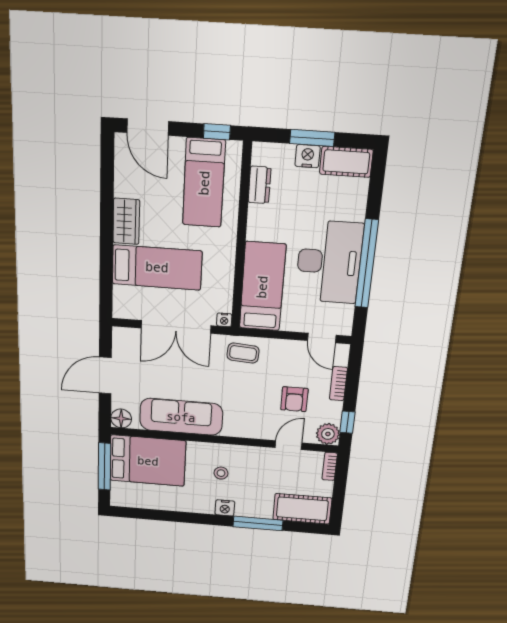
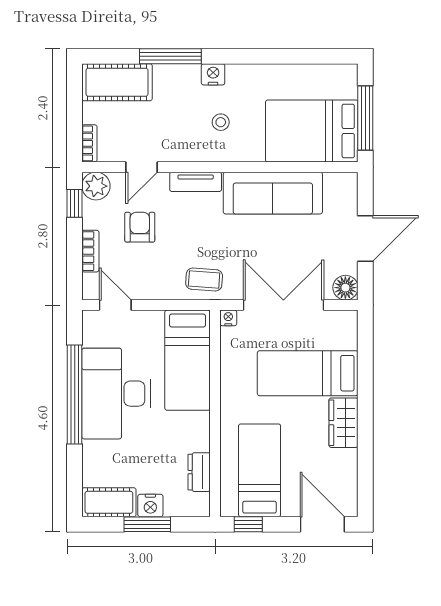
floor lamp: (121, 418) -> (345, 288), moved
tv unit: (245, 430) -> (196, 182), added

